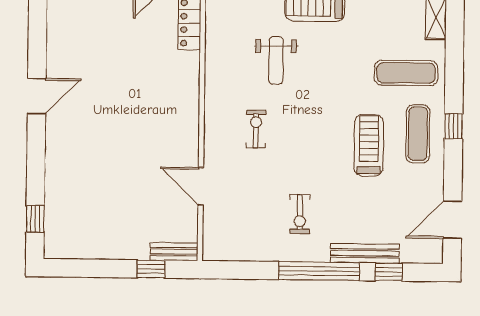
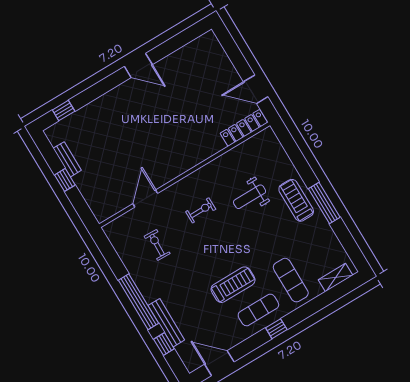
exercise bike: (300, 214) -> (157, 245), moved, turned 92
bench: (174, 252) -> (67, 159), moved
window: (151, 269) -> (65, 180), moved

